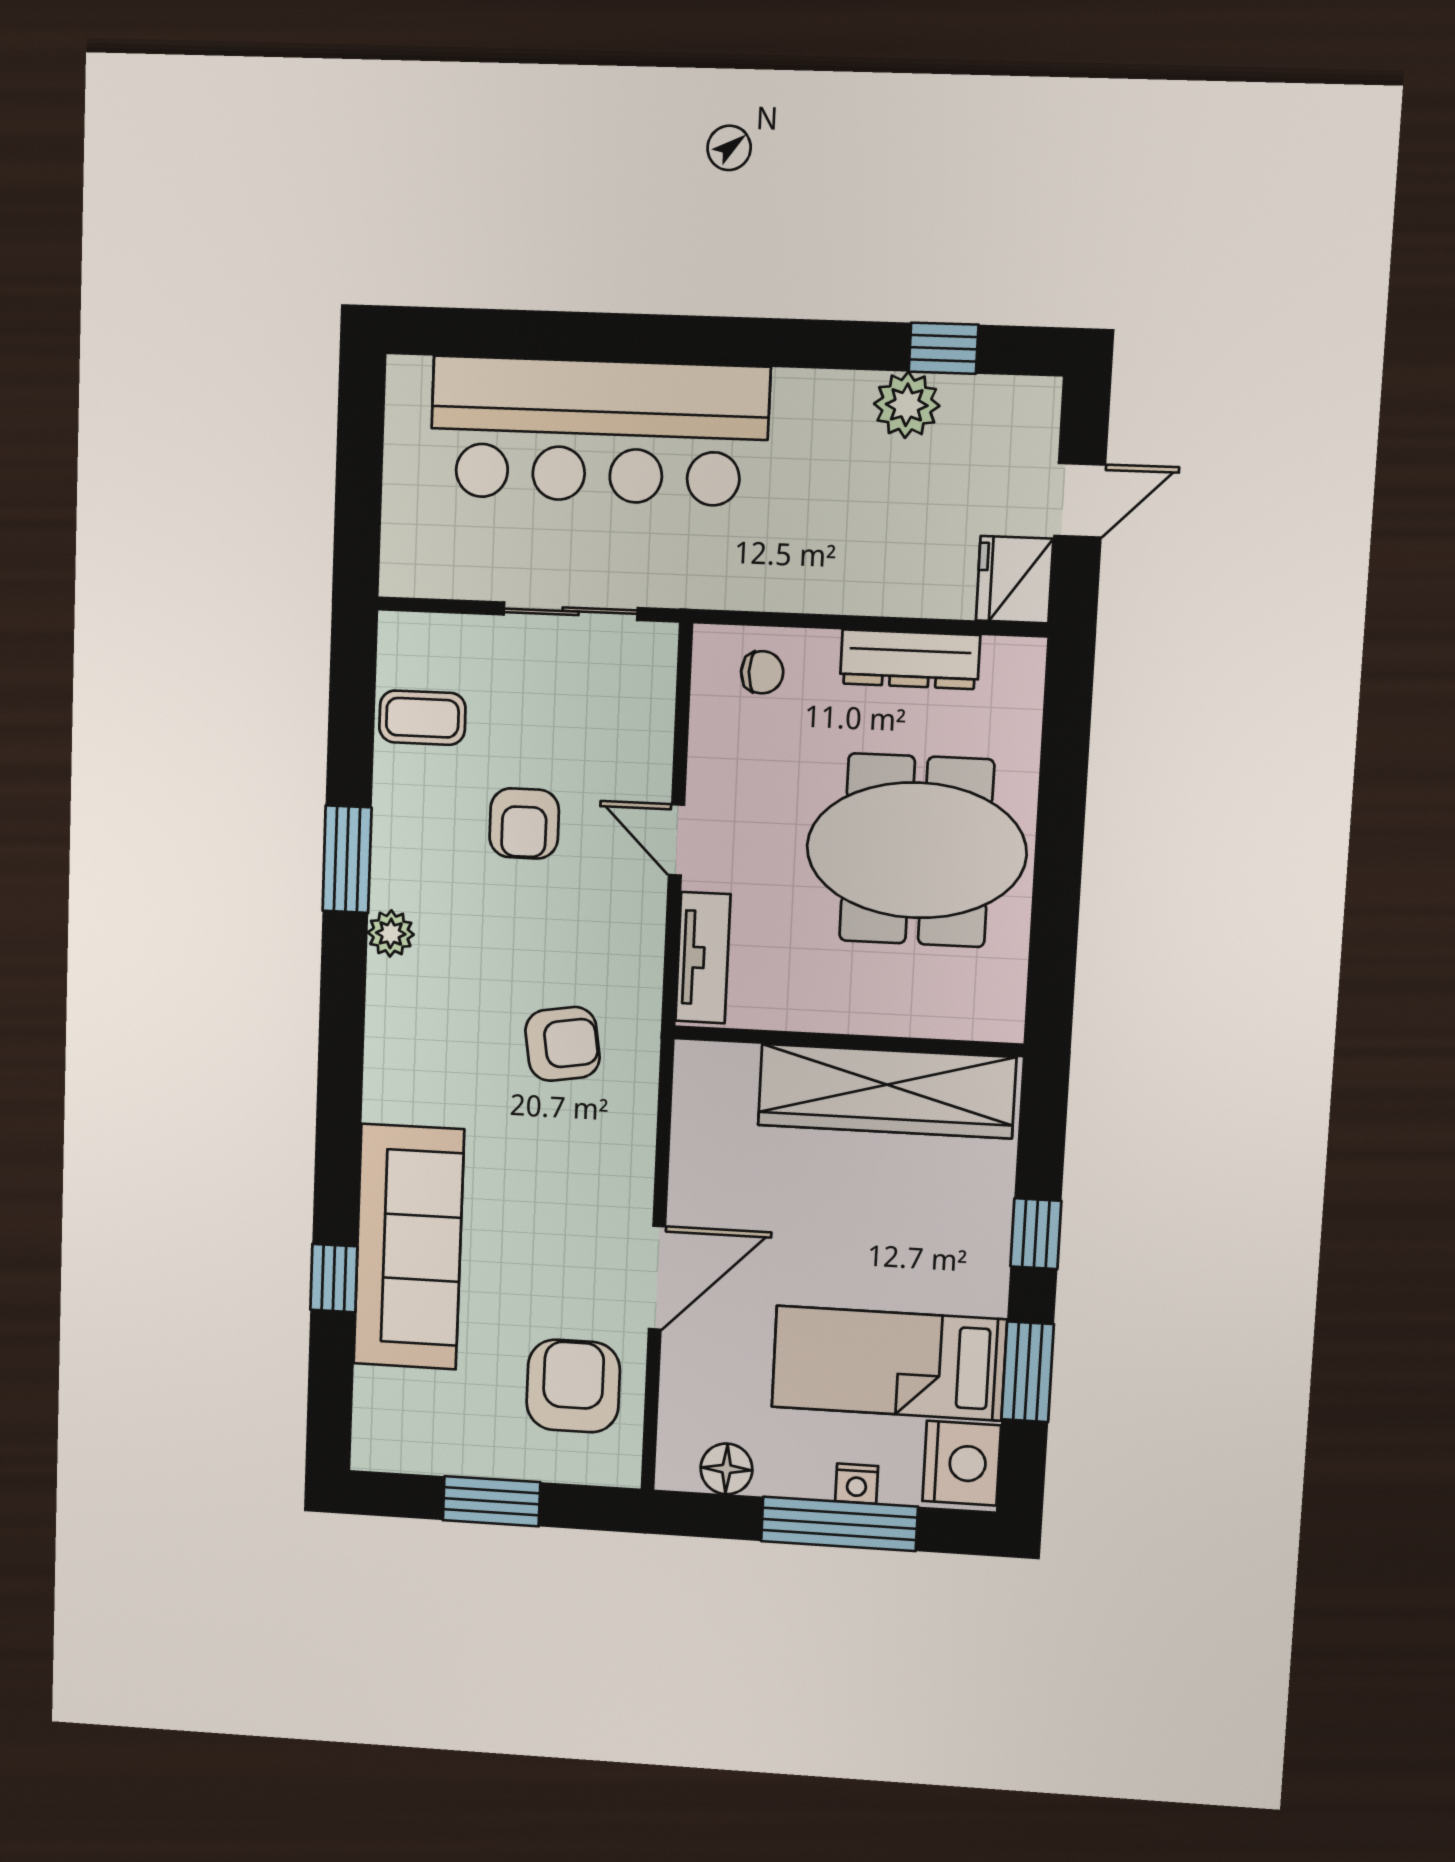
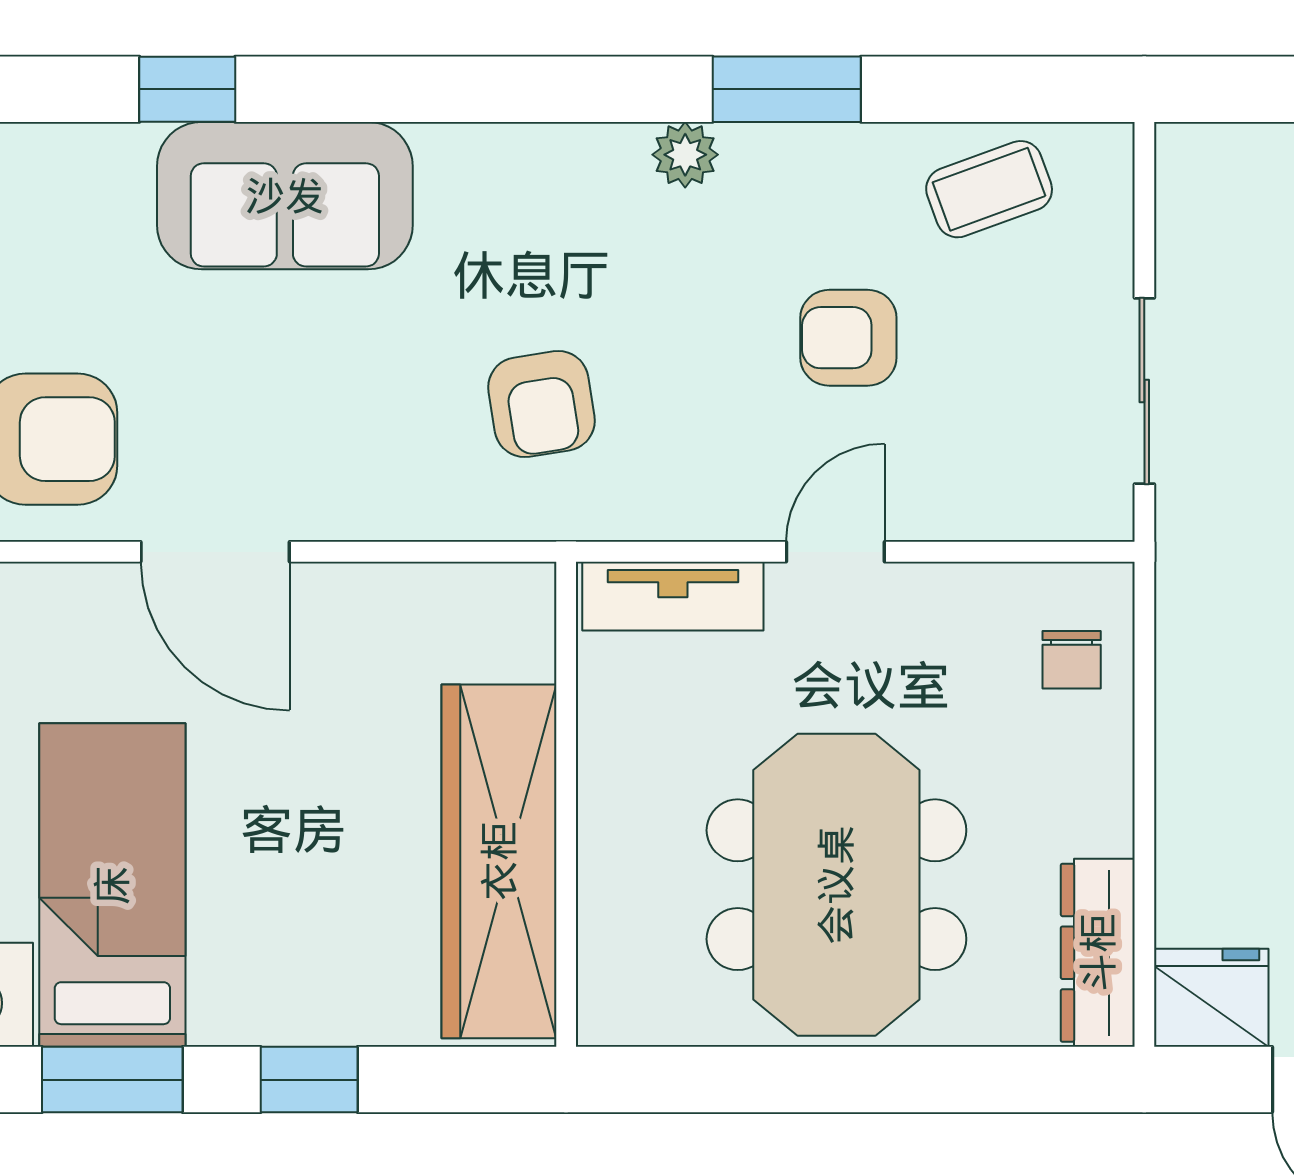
dresser: (910, 659) -> (1098, 953), moved
coffee table: (422, 718) -> (989, 189), turned 70
sofa: (409, 1247) -> (285, 196), width x0.73

